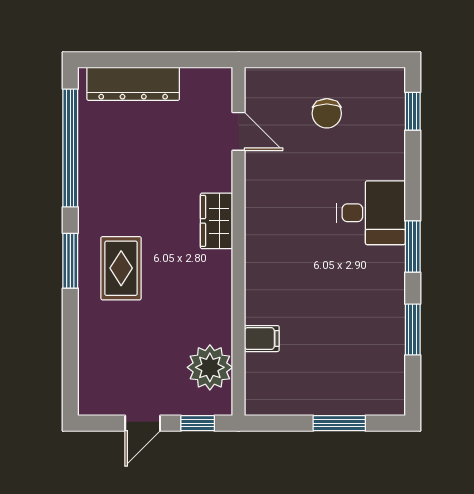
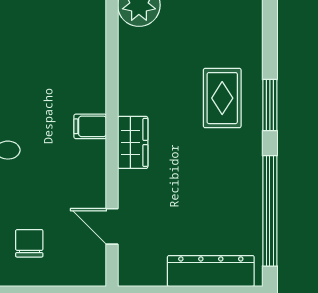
filing cabinet: (262, 339) -> (90, 126), moved

